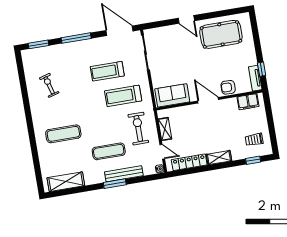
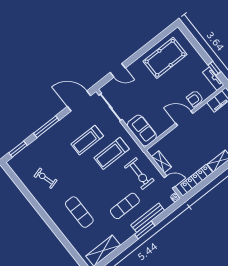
door: (186, 19) -> (118, 70), moved
sofa: (172, 95) -> (142, 130), moved, turned 90
exercise bike: (138, 129) -> (139, 174), turned 180
exercise mat: (63, 134) -> (79, 212), turned 90

